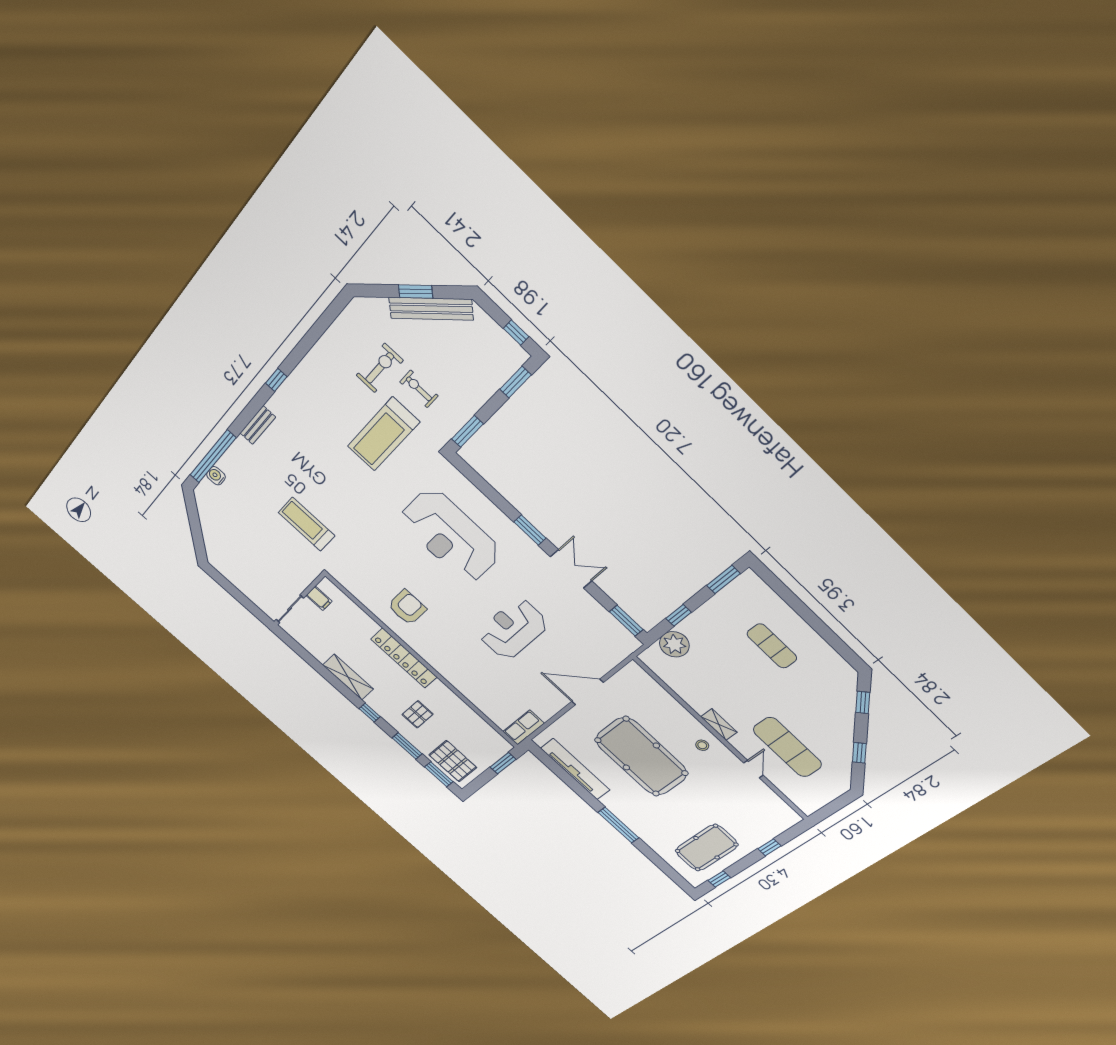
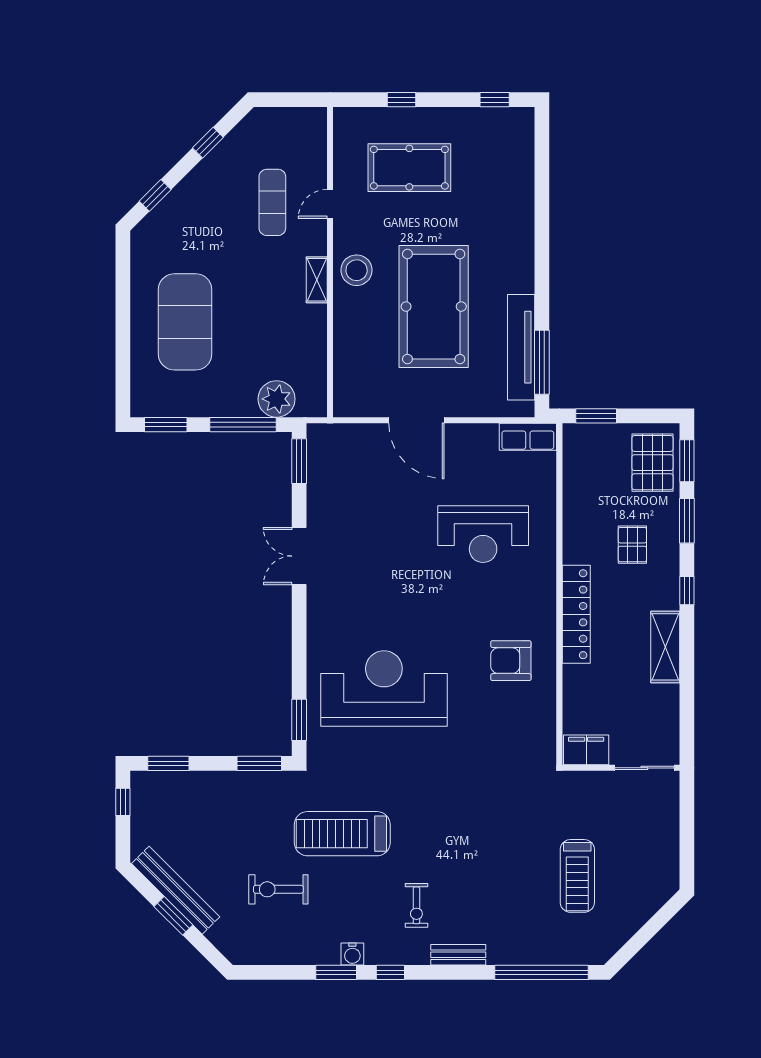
window: (300, 351) -> (336, 972), added
exercise bike: (419, 389) -> (416, 905), moved
treadmill: (383, 434) -> (342, 834), turned 180
water cooler: (216, 476) -> (352, 954), moved
treadmill: (307, 524) -> (577, 876), moved
window: (530, 530) -> (299, 720), moved
reception desk: (450, 536) -> (384, 689), turned -90
filing cabinet: (319, 598) -> (586, 750), width x2.00
window: (678, 615) -> (243, 425), width x2.17
reception desk: (513, 629) -> (483, 534), moved
exercise mat: (772, 646) -> (185, 322), width x2.00, depth x1.45
pallet: (418, 714) -> (632, 545), turned 90
stool: (702, 745) -> (357, 270), width x1.89, depth x1.89
exercise mat: (787, 747) -> (272, 202), width x0.73, depth x0.69
window: (618, 825) -> (542, 362), moved
pool table: (707, 848) -> (409, 168), moved

